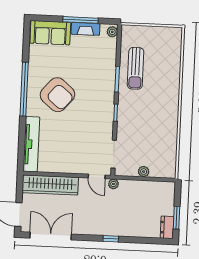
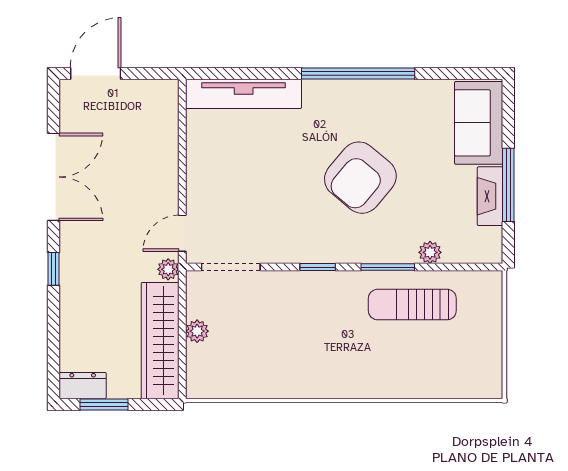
plant: (112, 32) -> (430, 252), moved
armchair: (57, 95) -> (360, 178), moved
wardrobe: (50, 185) -> (160, 341), moved
double door: (51, 236) -> (53, 177), moved

